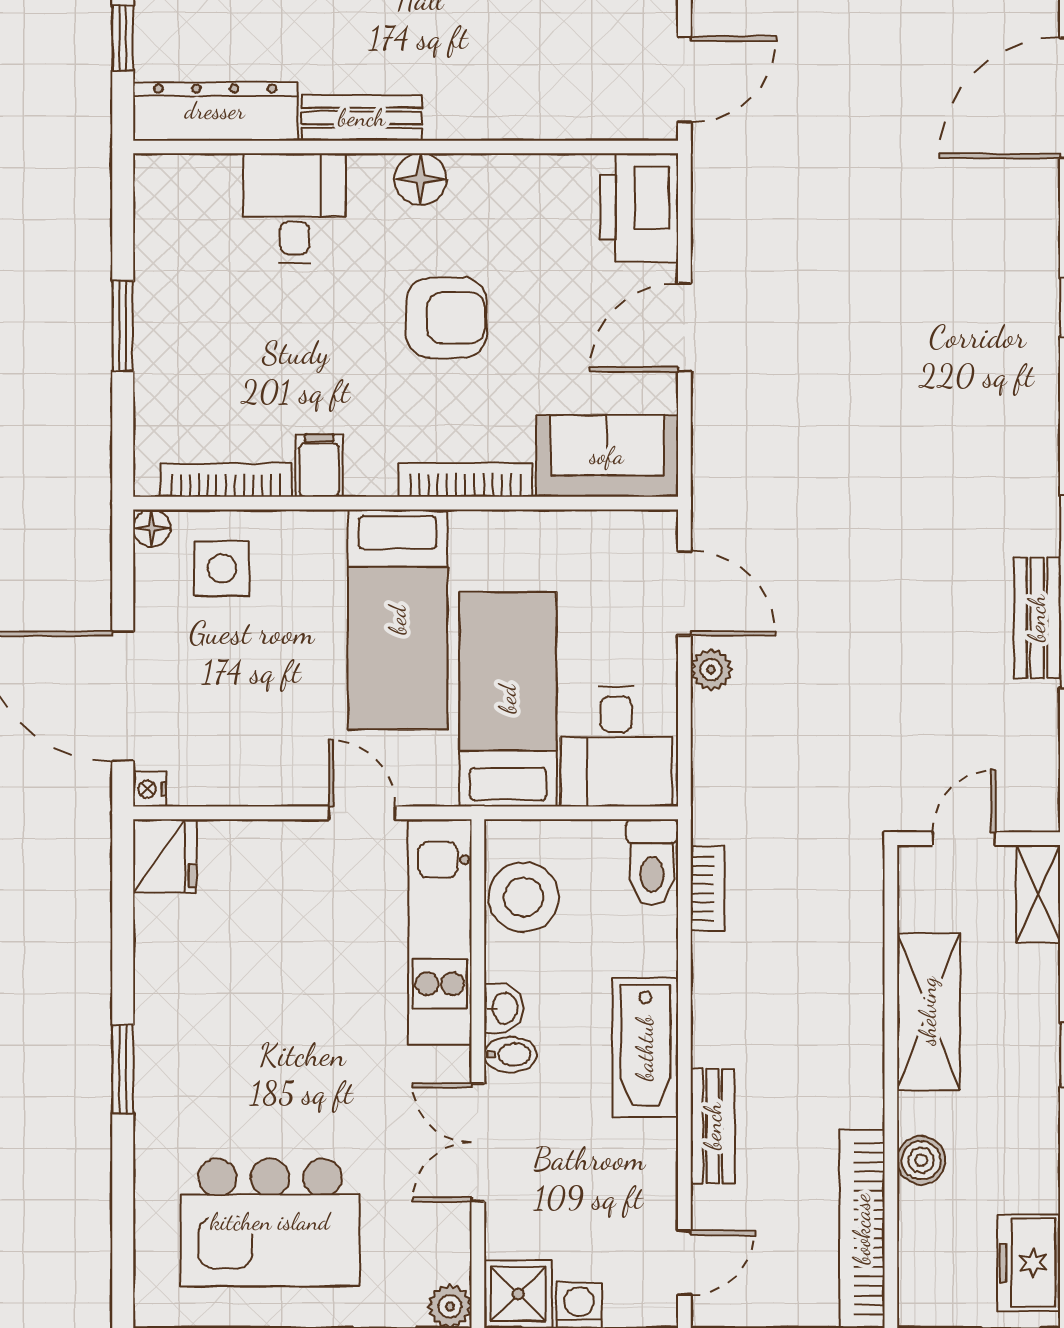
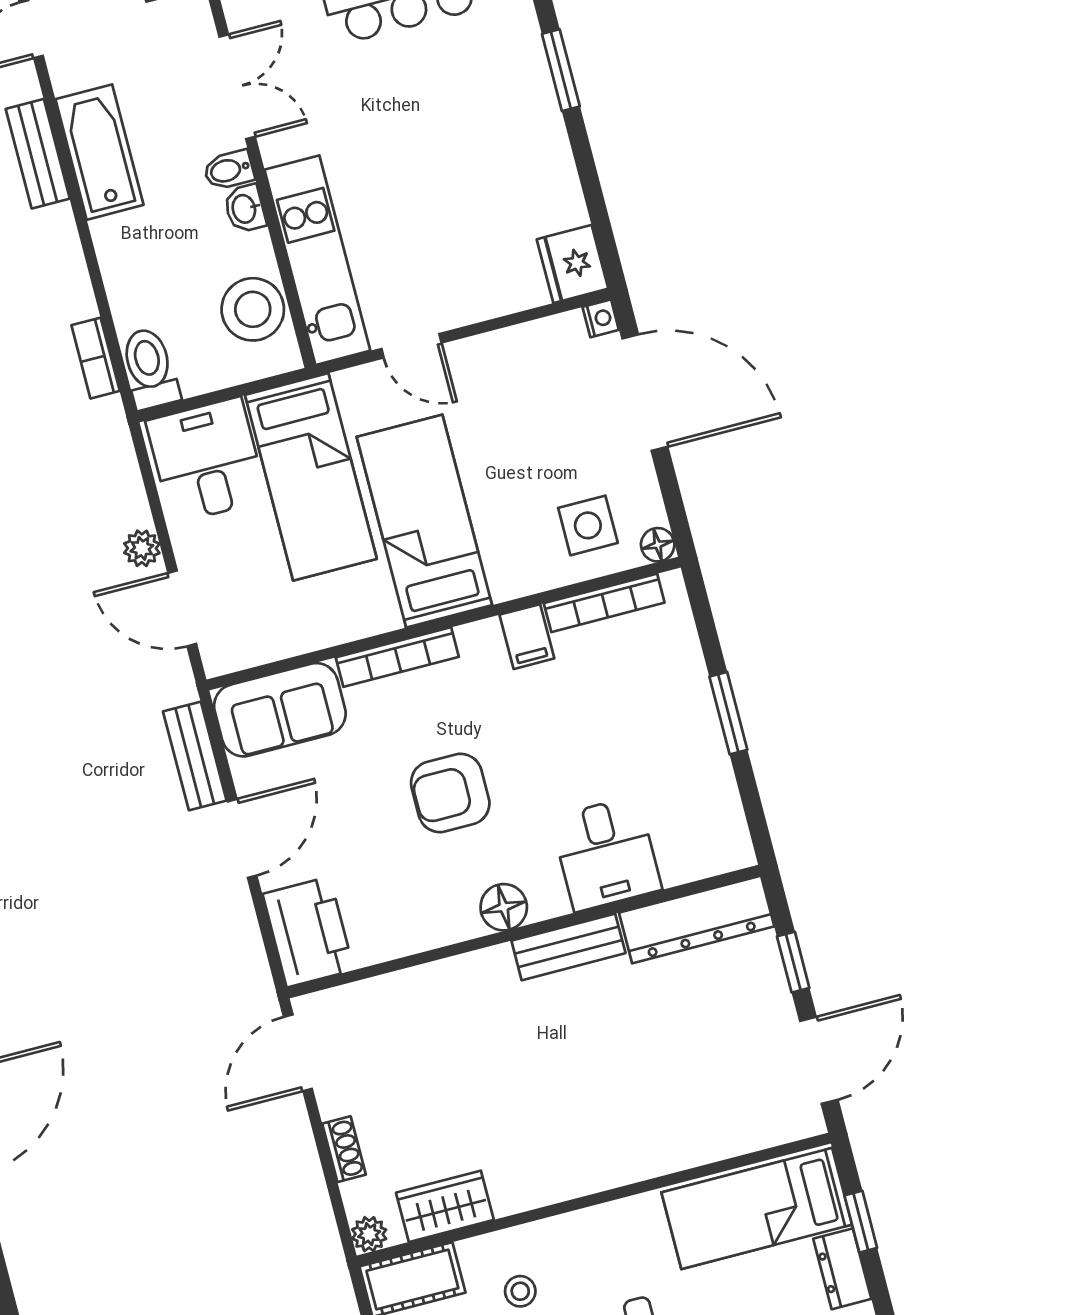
bench: (712, 430) -> (195, 756), added
bathtub: (645, 1048) -> (99, 152), moved

